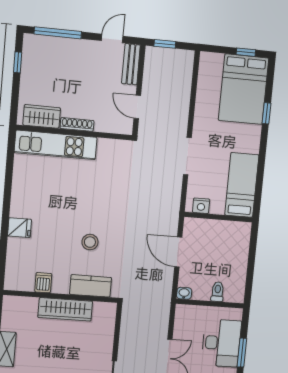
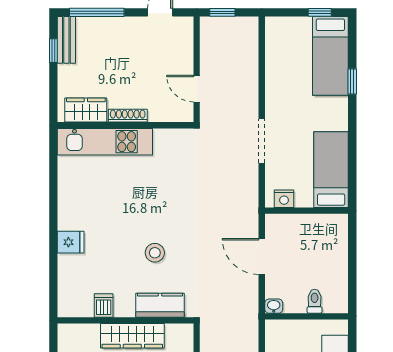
bench: (131, 64) -> (66, 40), moved
bed: (244, 89) -> (330, 56), width x0.67

